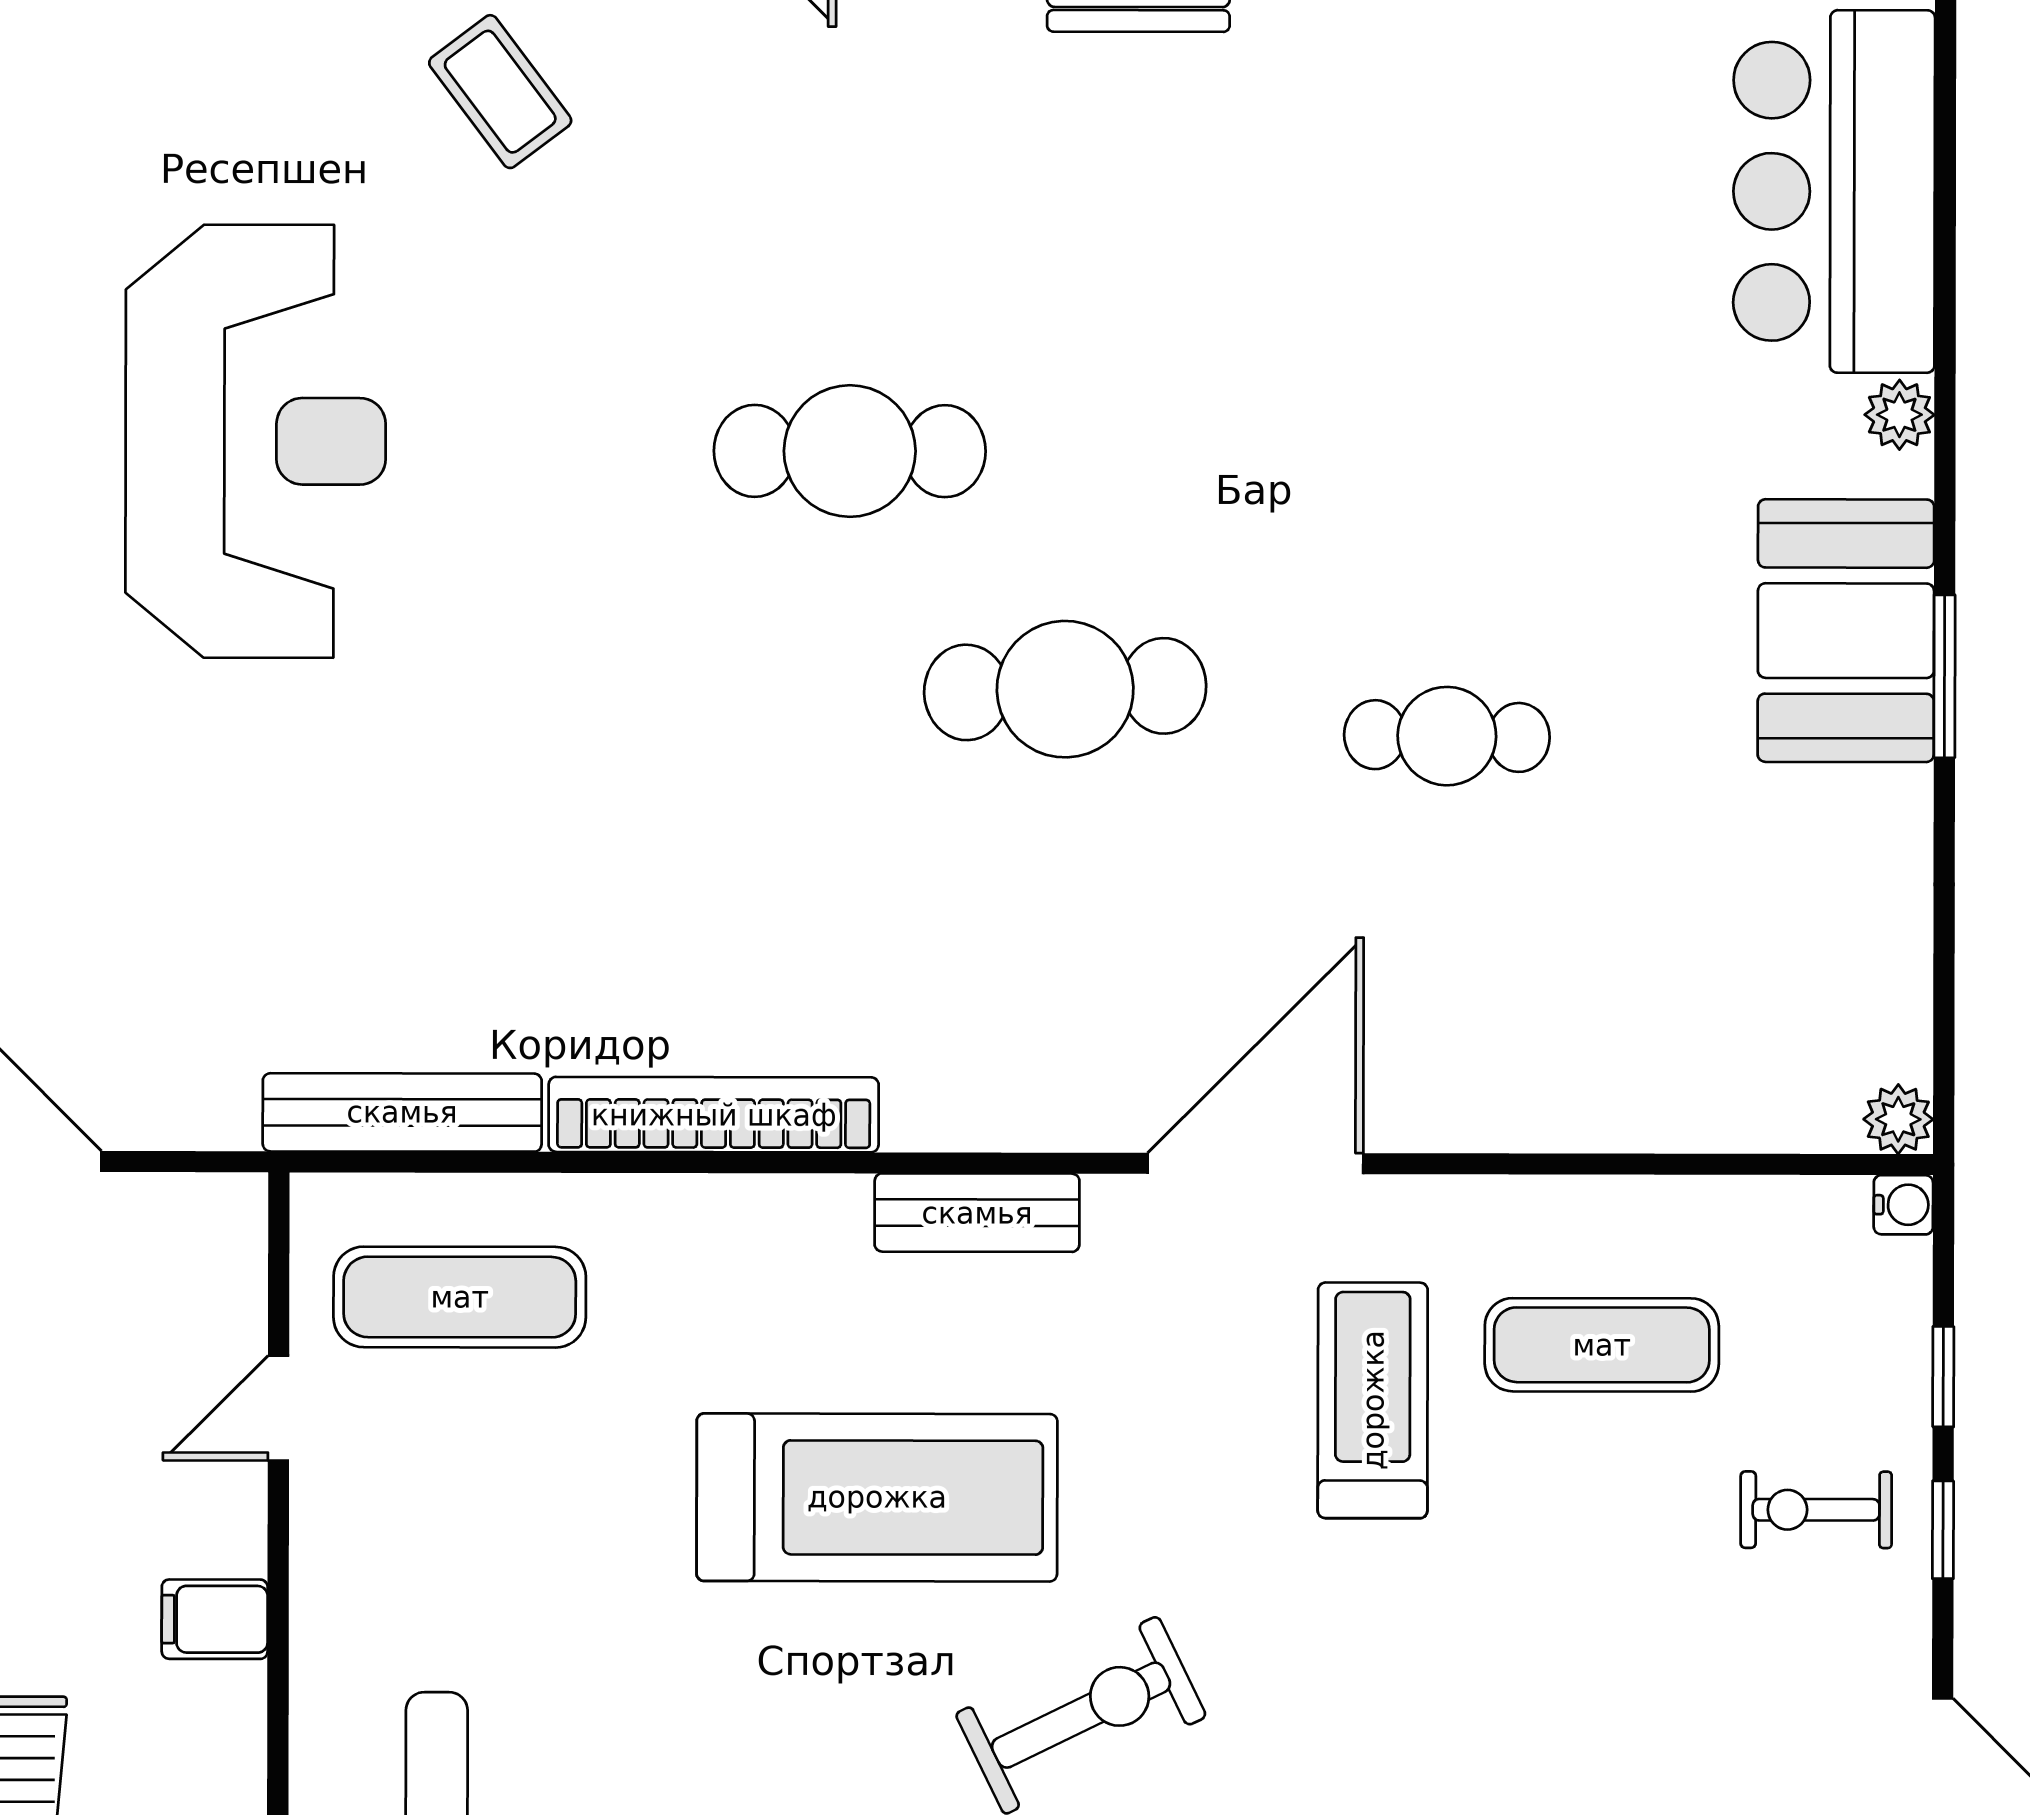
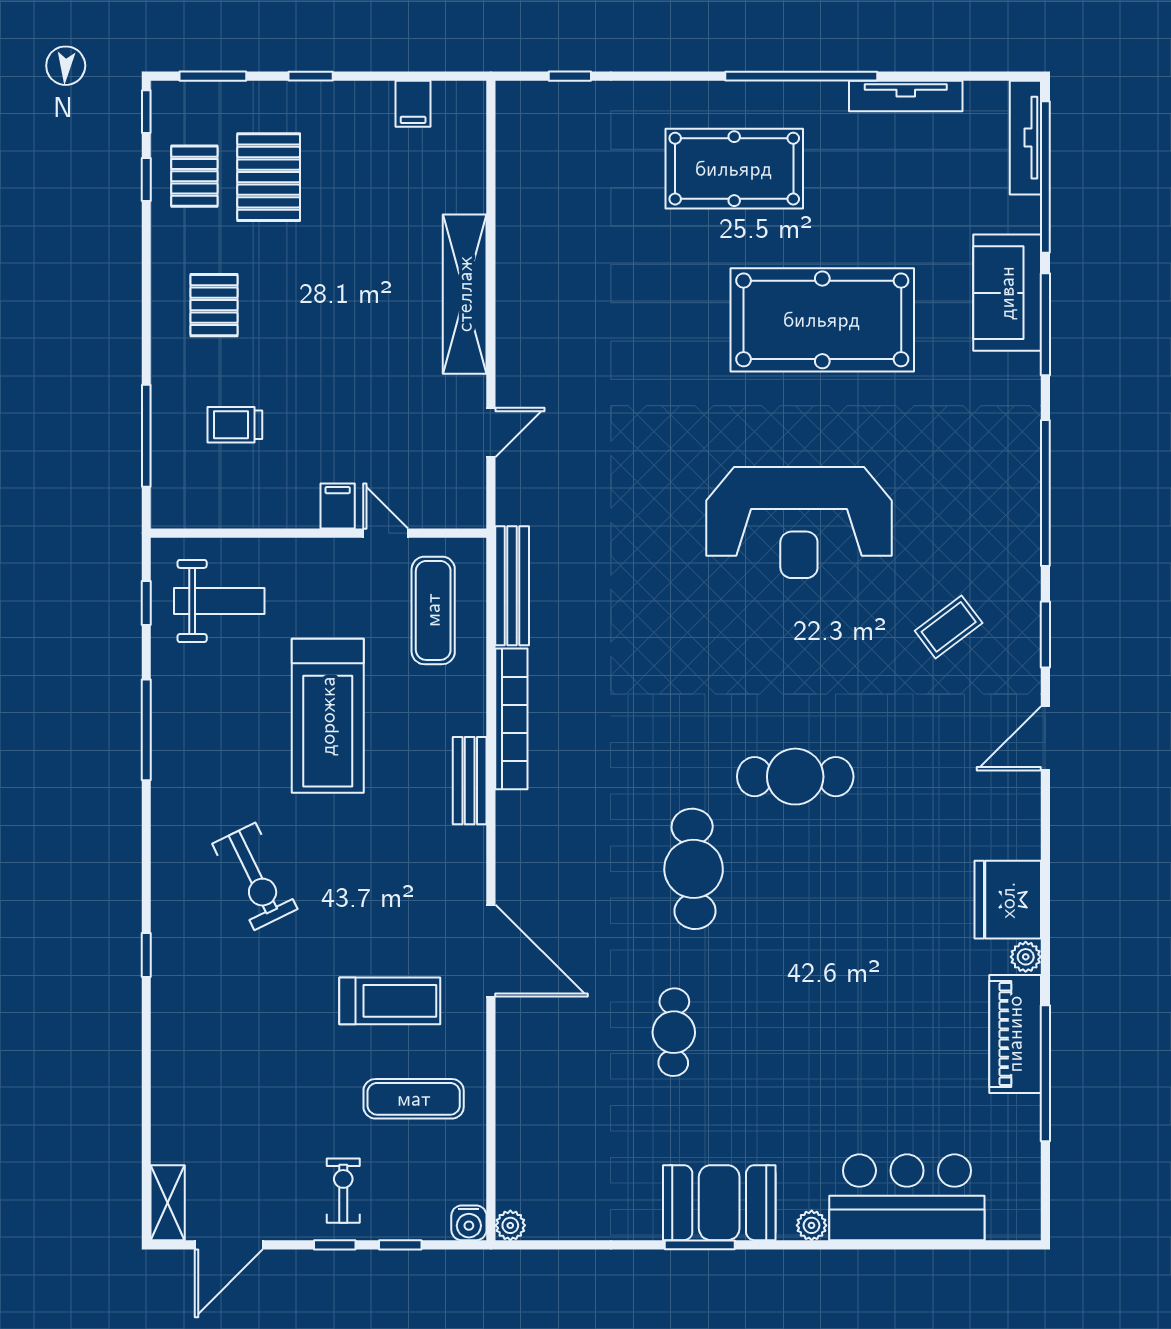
cafe table: (850, 451) -> (795, 777), turned 90
water cooler: (1903, 1205) -> (469, 1223), width x1.38, depth x1.38
bench: (977, 1213) -> (470, 781), moved
exercise mat: (1602, 1345) -> (414, 1099), turned 90
treadmill: (877, 1497) -> (328, 716), moved
filing cabinet: (215, 1619) -> (338, 506), moved

